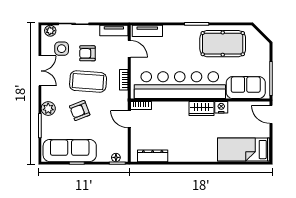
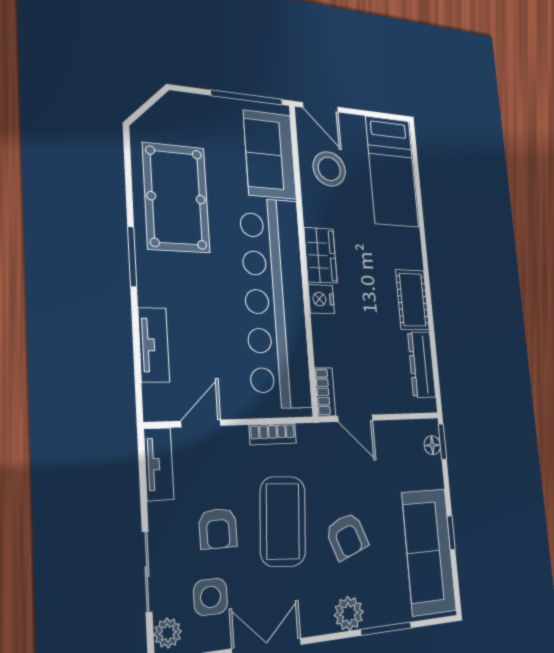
tv unit: (147, 31) -> (154, 345), moved
nightstand: (221, 107) -> (321, 299), moved
door: (271, 114) -> (320, 107), hinge flipped
stool: (242, 116) -> (329, 169), added
door: (129, 119) -> (355, 418), hinge flipped
cot: (183, 154) -> (412, 300), added

